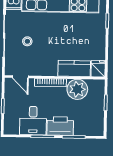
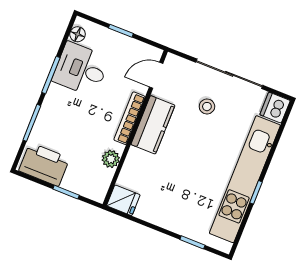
kitchen counter: (74, 68) -> (153, 125), moved
plant: (77, 89) -> (111, 159), width x0.53, depth x0.53
printer: (60, 126) -> (44, 164), moved, turned -90
floor lamp: (14, 130) -> (78, 34), added

